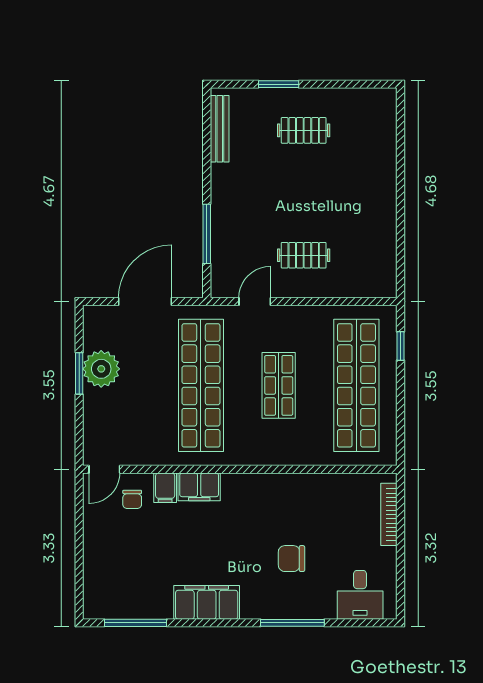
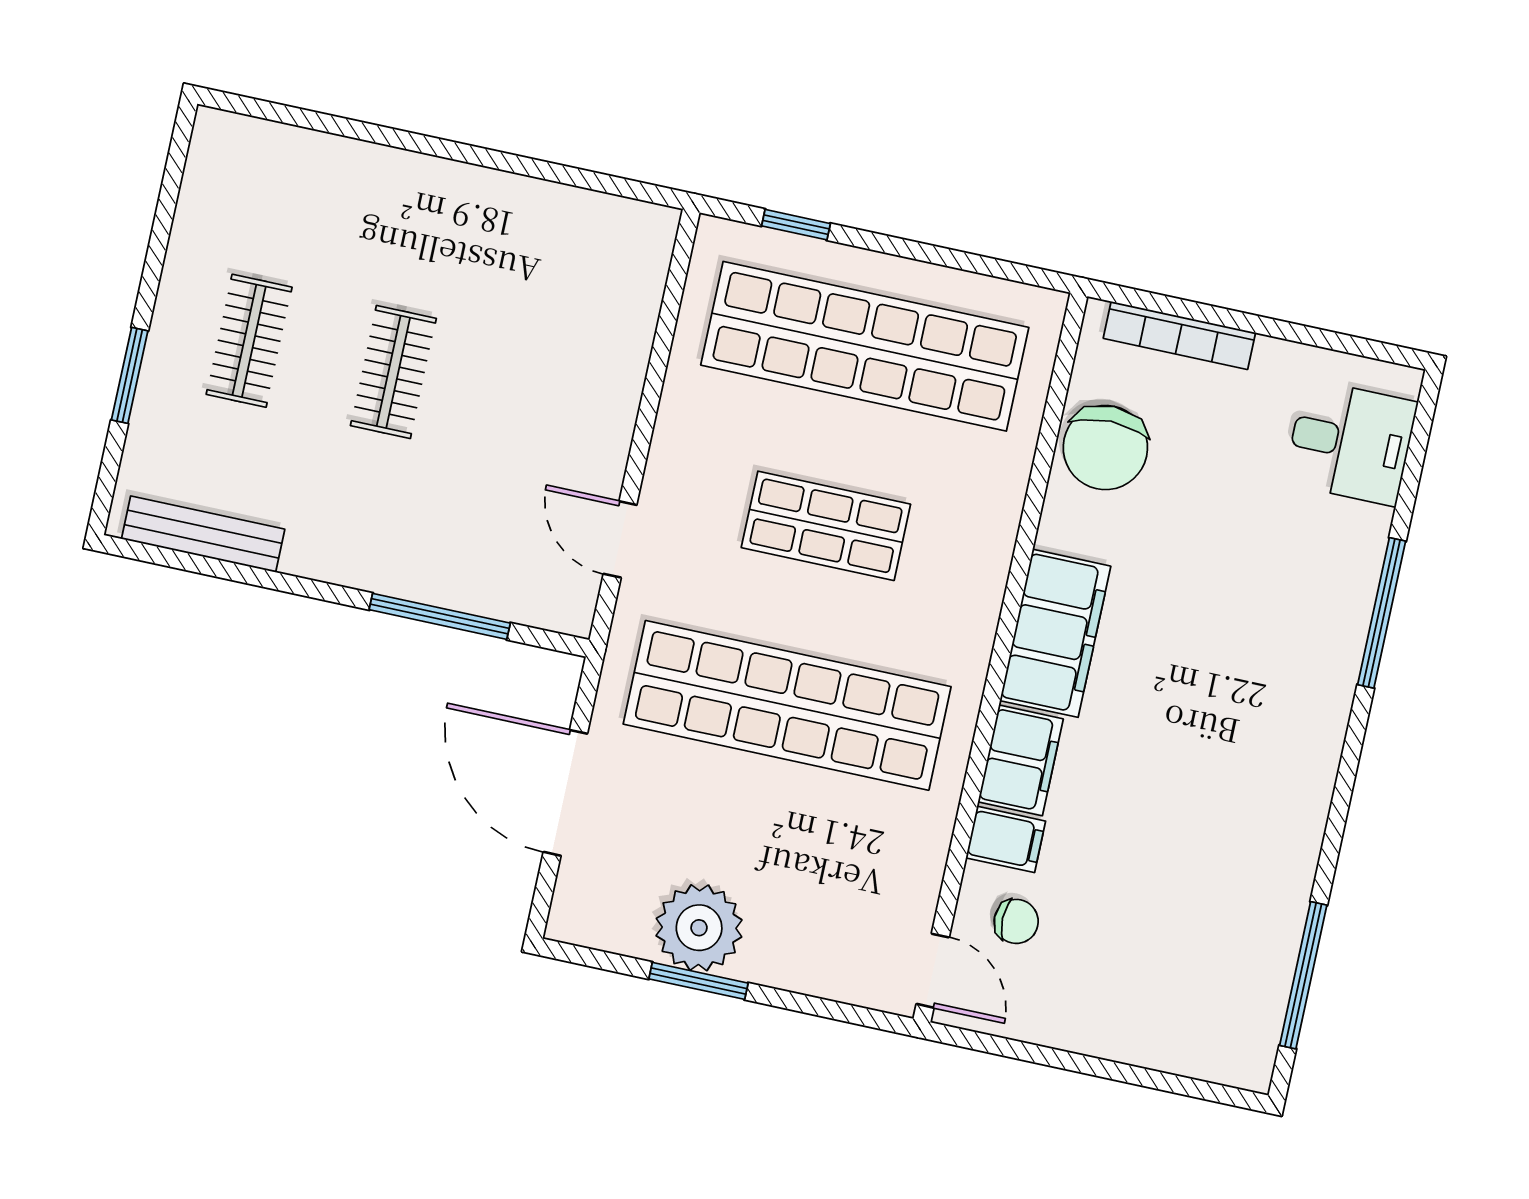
clothes rail: (304, 255) -> (393, 372), moved
chair: (291, 559) -> (1105, 448), moved, width x1.37, depth x1.37
filing cabinet: (207, 602) -> (1055, 633), moved, turned 180

